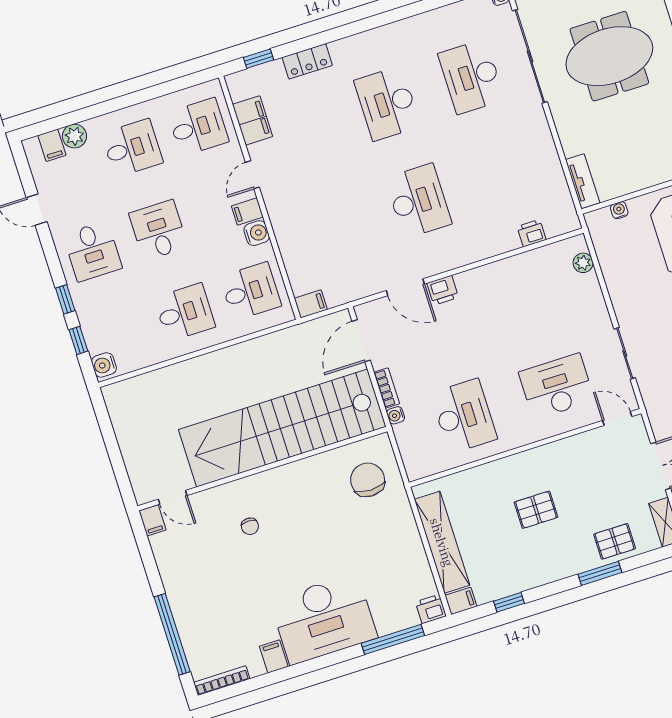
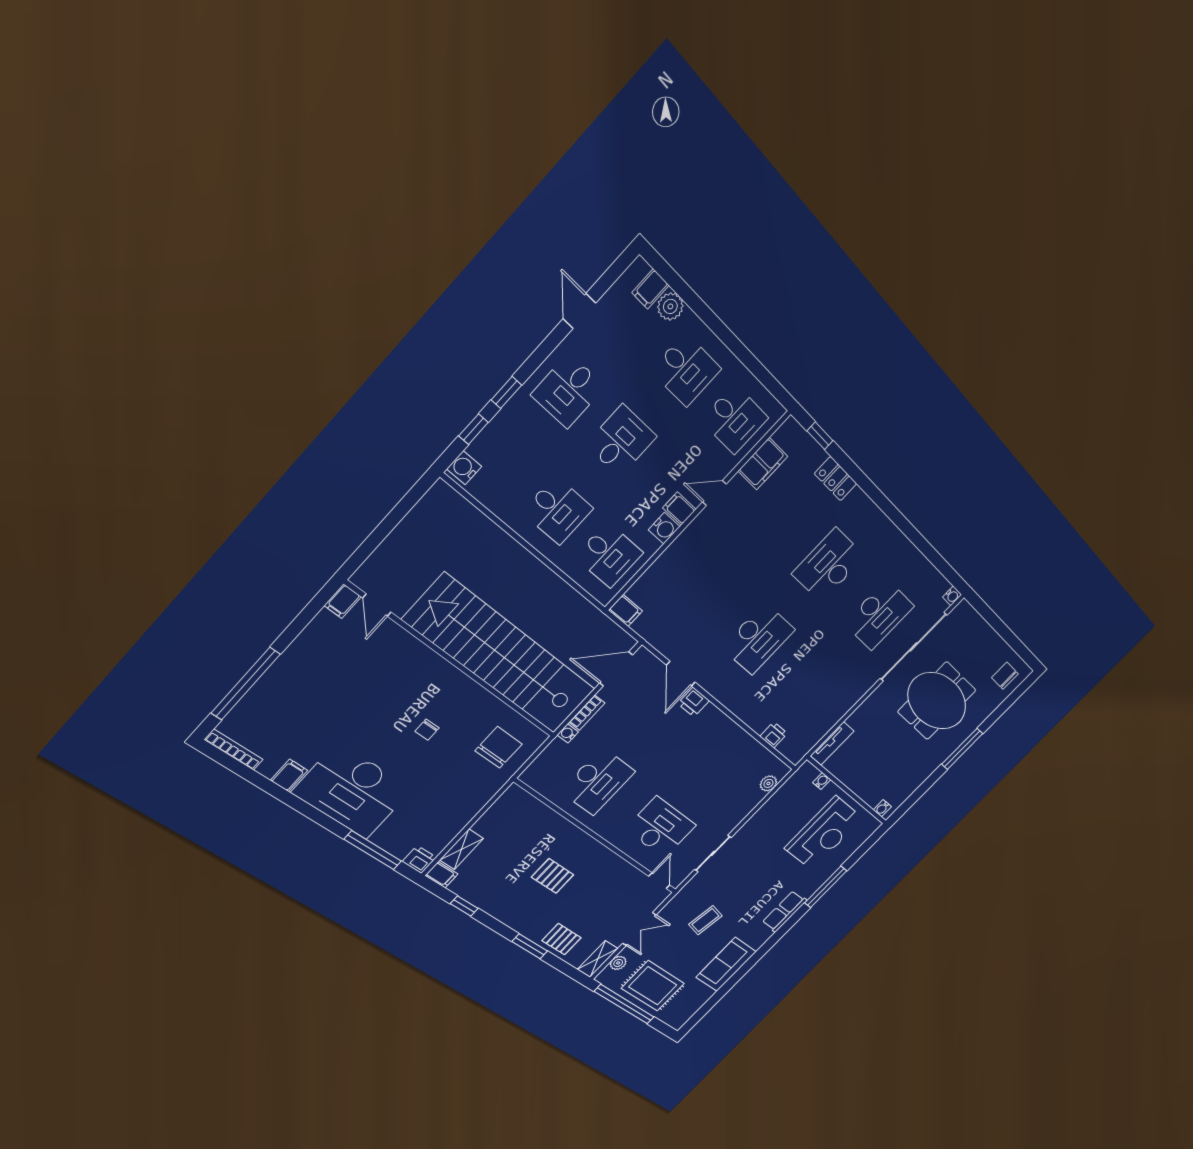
desk: (471, 77) -> (879, 615), turned 180
chair: (250, 526) -> (427, 730), moved
shelving: (442, 542) -> (462, 849), width x0.45, depth x0.75

